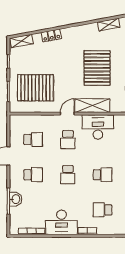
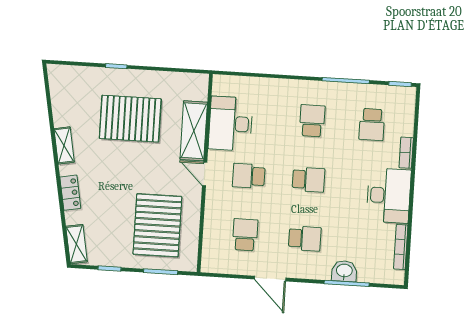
shelving: (109, 25) -> (64, 145), moved
school desk: (68, 140) -> (249, 176), turned 180
school desk: (33, 175) -> (305, 239), turned 90

